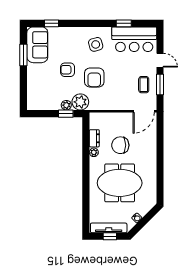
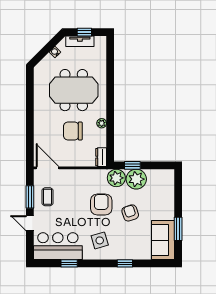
window: (51, 23) -> (125, 263), moved
armchair: (68, 70) -> (130, 213), turned -108
plant: (66, 105) -> (136, 179), width x1.88, depth x1.88
door: (144, 111) -> (48, 168), hinge flipped
dresser: (94, 138) -> (101, 157), moved
chair: (120, 145) -> (73, 131), turned 180
tv unit: (109, 228) -> (80, 41), width x0.71

